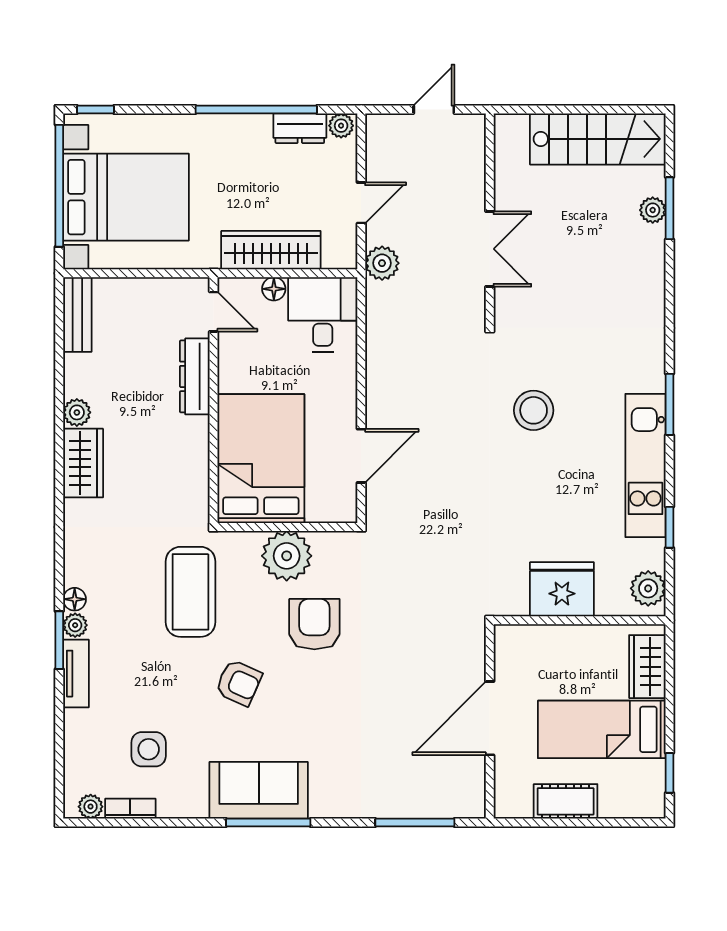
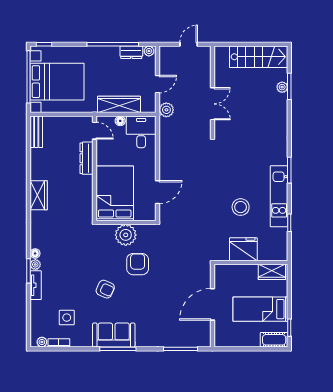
stool: (534, 410) -> (241, 207), moved
plant: (77, 412) -> (36, 174), removed
plant: (648, 588) -> (280, 249), removed
coffee table: (191, 592) -> (85, 250), removed
wardrobe: (647, 667) -> (272, 272), moved, turned -90
cot: (566, 801) -> (274, 340), moved

